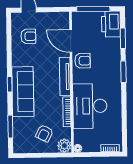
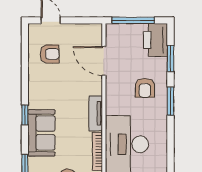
armchair: (83, 61) -> (145, 88), moved, turned 90
tv unit: (65, 77) -> (96, 113), width x0.71
sofa: (23, 92) -> (41, 133), width x0.73

